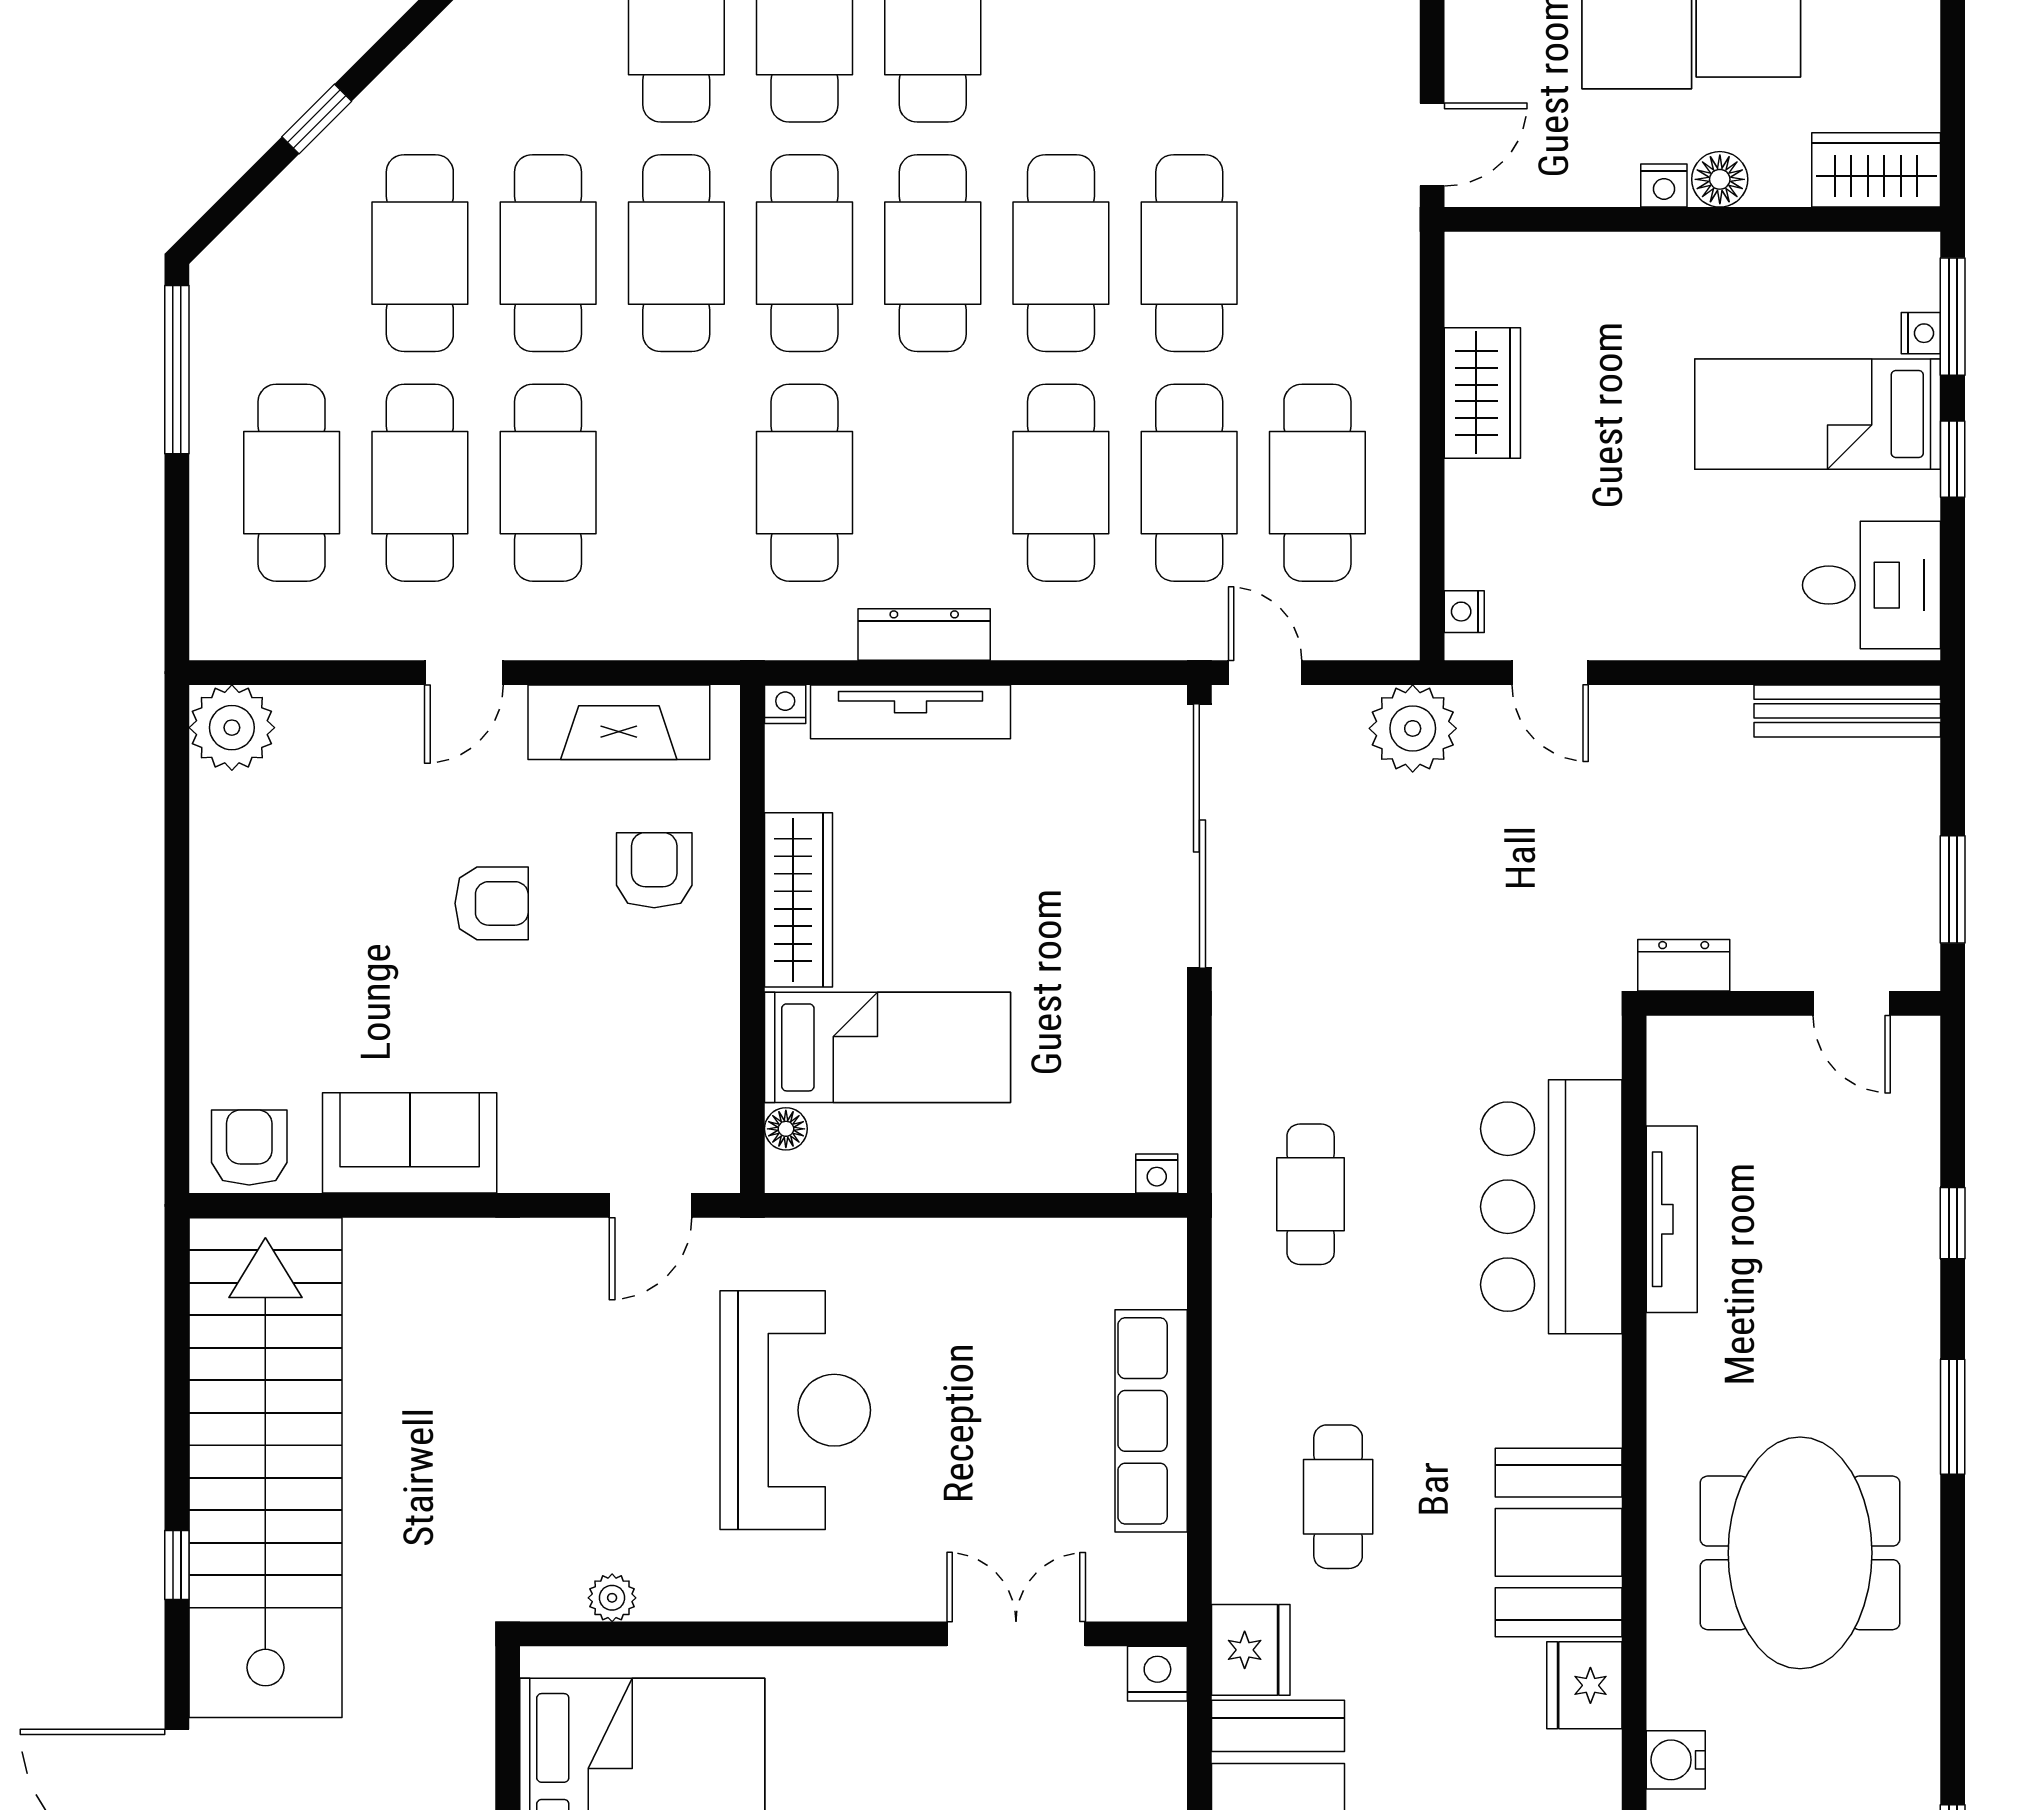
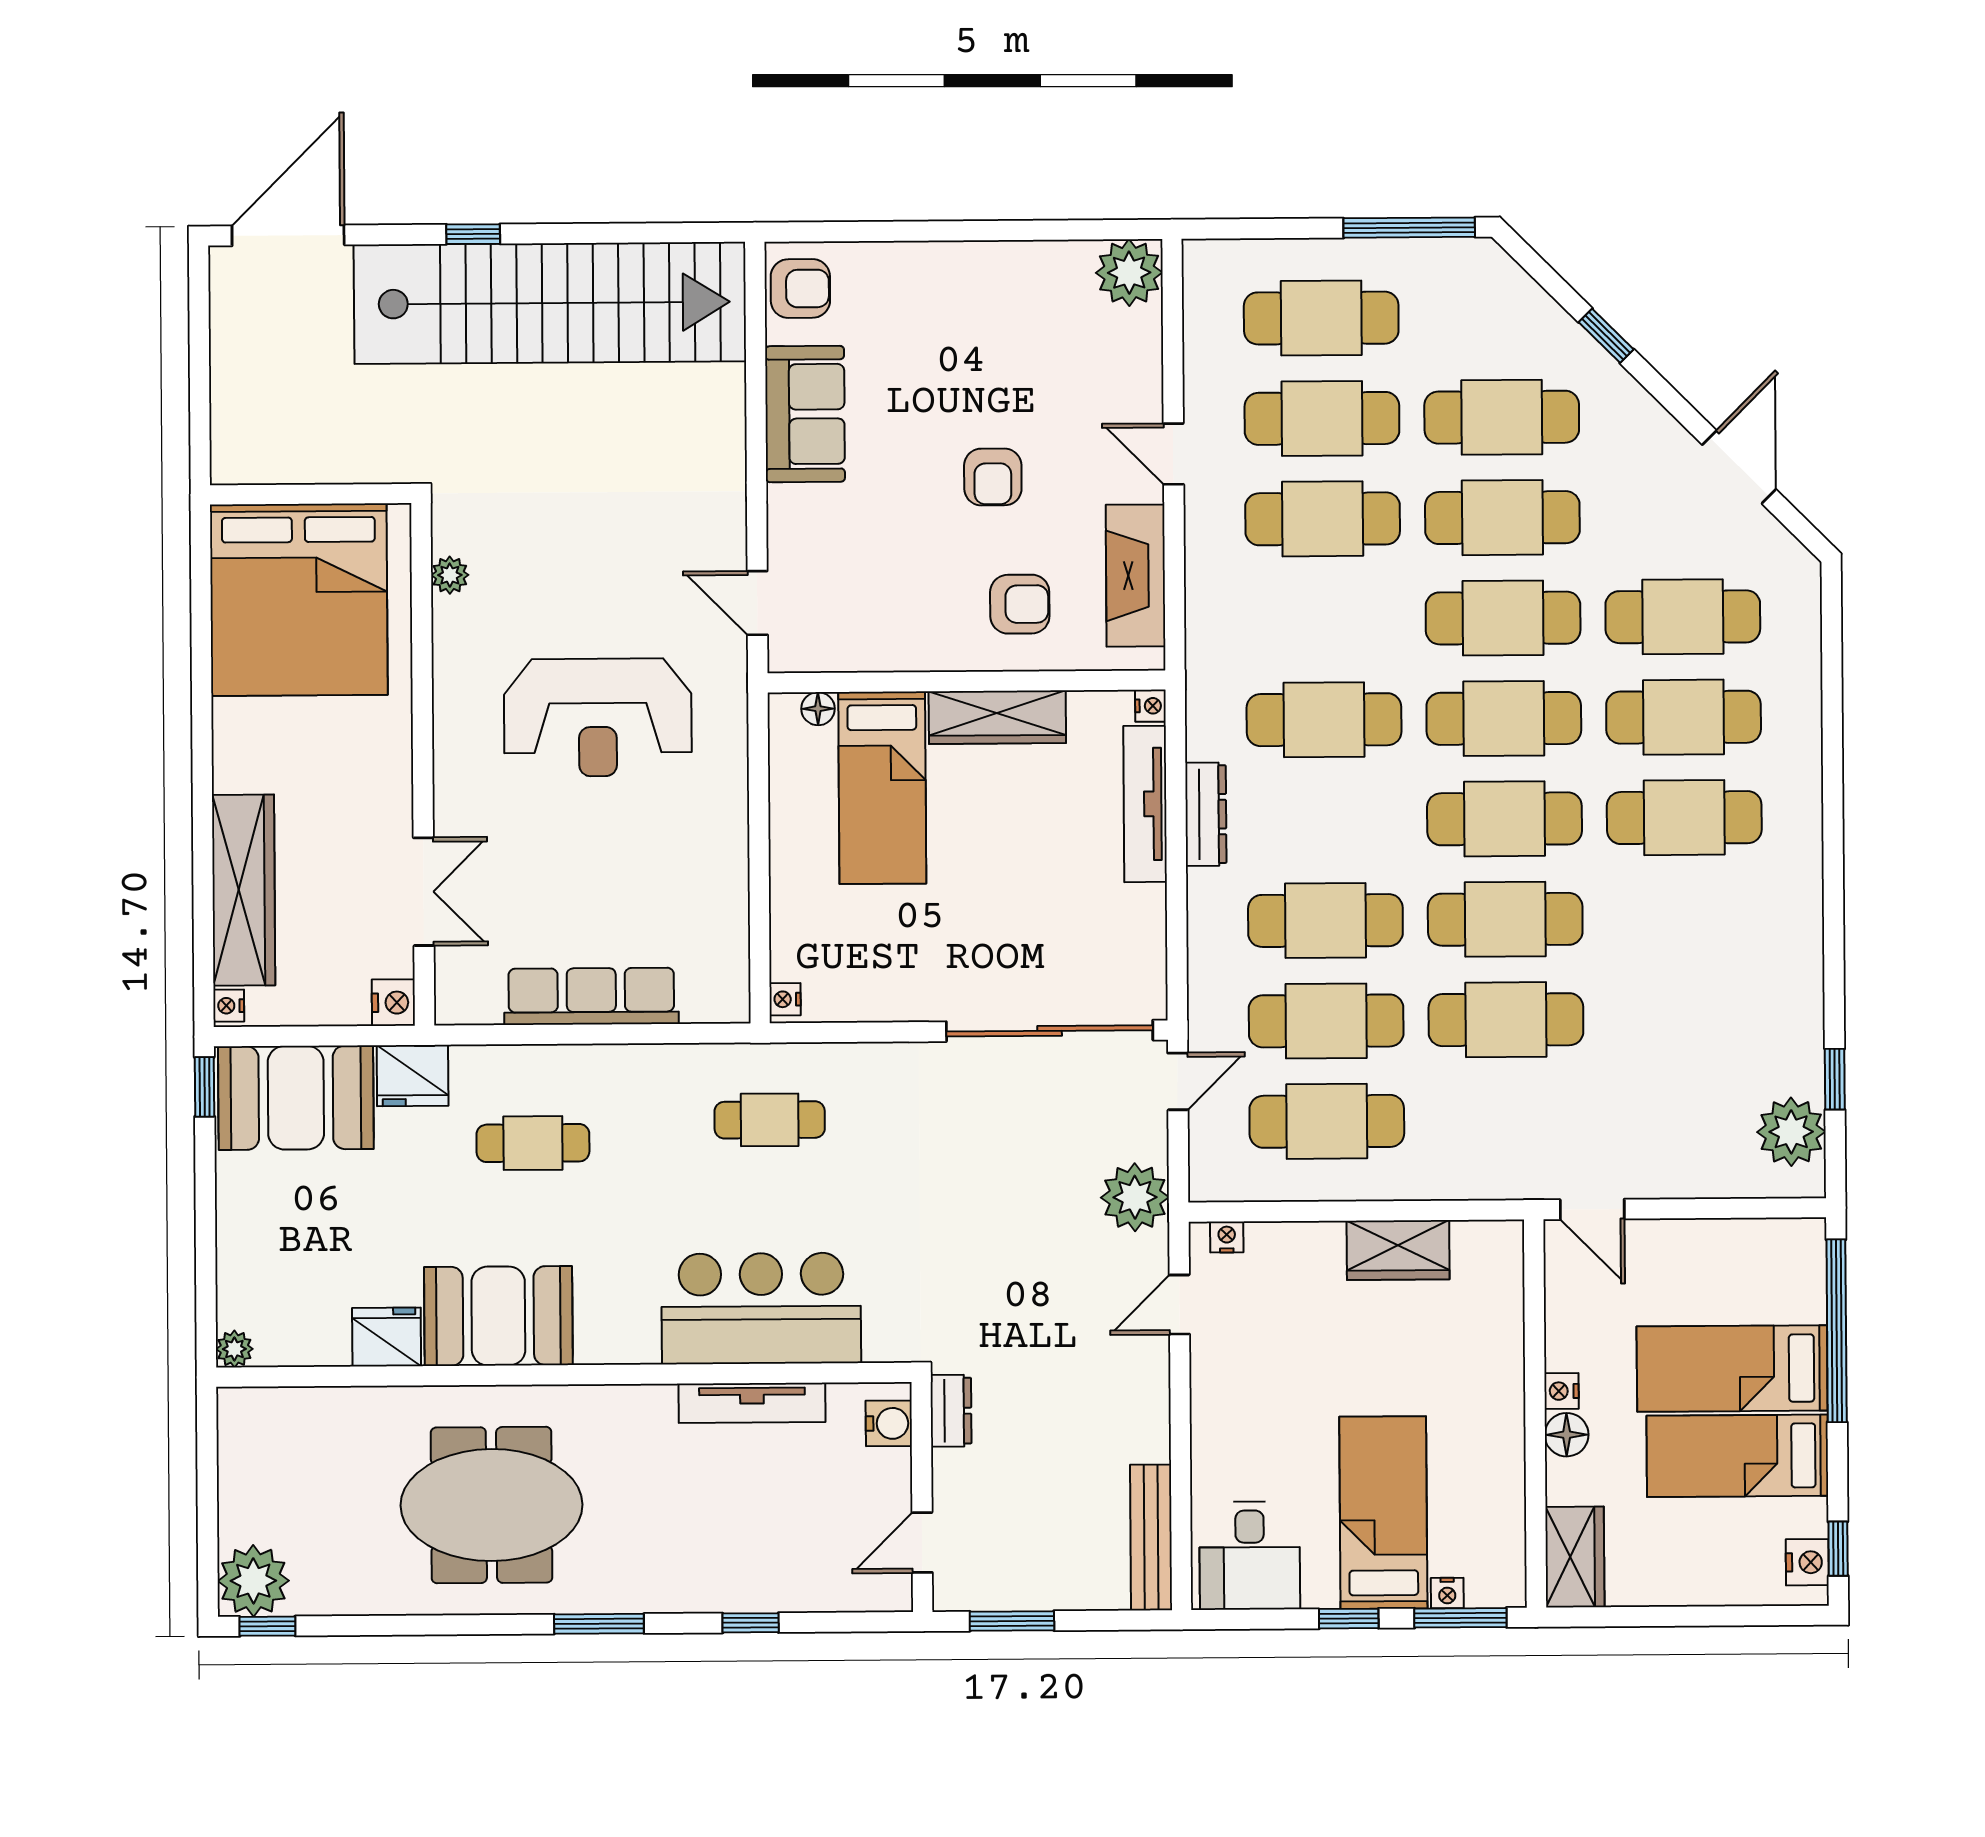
water cooler: (1676, 1760) -> (889, 1423), moved, turned 90

